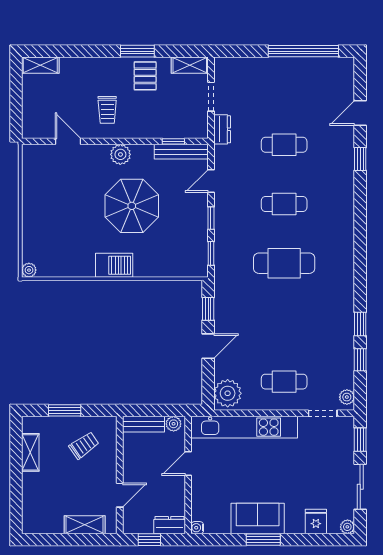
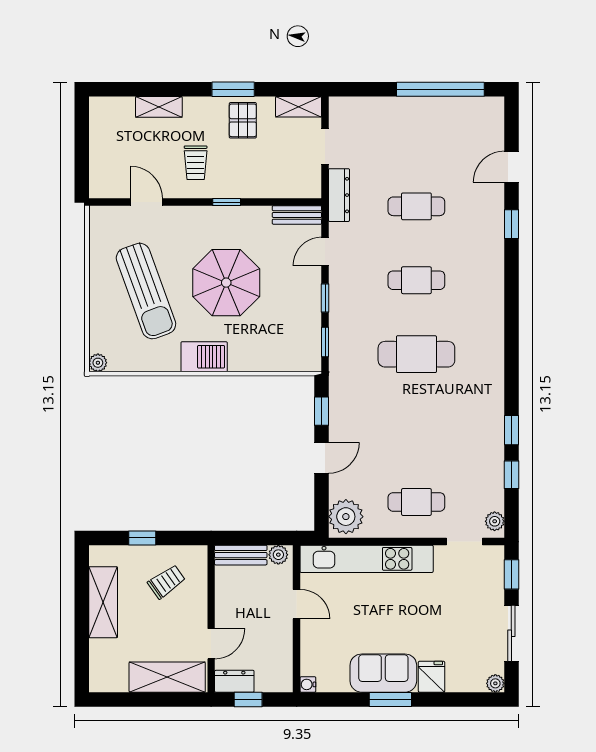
shelving: (40, 65) -> (159, 107), moved
dresser: (222, 129) -> (339, 195), width x1.44
window: (173, 141) -> (227, 202), moved
bench: (181, 152) -> (297, 215), width x0.73
plant: (120, 154) -> (212, 218), removed
sun lounger: (68, 213) -> (146, 291), added
window: (65, 410) -> (142, 538), width x0.67
shelving: (30, 452) -> (103, 602), width x1.50, depth x1.33
door: (188, 463) -> (297, 604), swing flipped
fridge: (316, 522) -> (432, 677), moved
shelving: (85, 525) -> (167, 677), width x1.50, depth x1.33
dresser: (170, 525) -> (234, 681), moved

